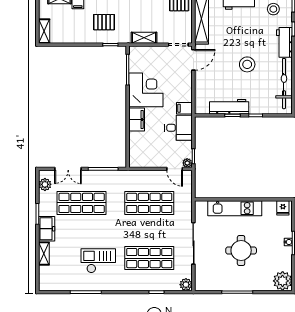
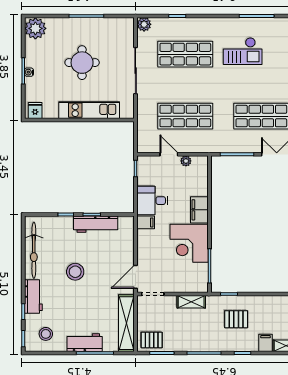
plant: (187, 163) -> (186, 161), moved
door: (175, 169) -> (169, 154), moved

